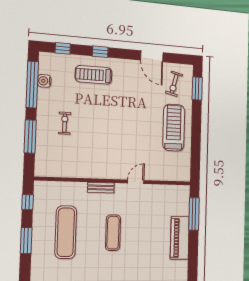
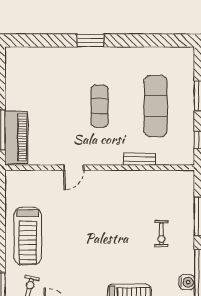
bench: (101, 188) -> (140, 159), moved
piano: (180, 238) -> (16, 137), moved

